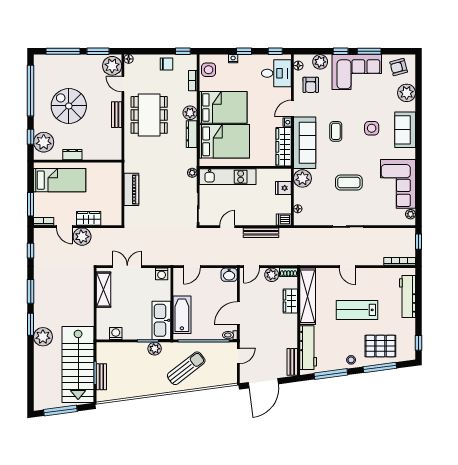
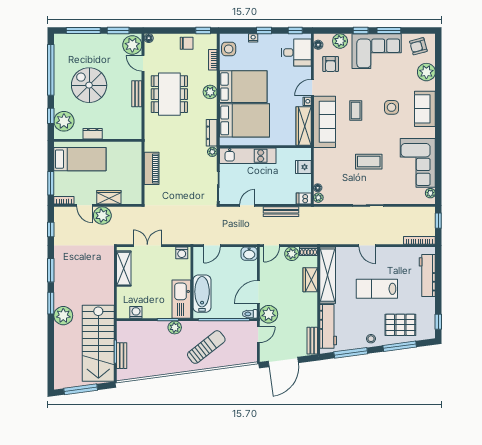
dresser: (192, 134) -> (212, 133), moved
plant: (302, 178) -> (318, 198), moved, width x0.53, depth x0.53
plant: (249, 335) -> (269, 314), added

